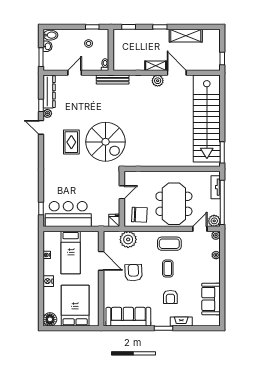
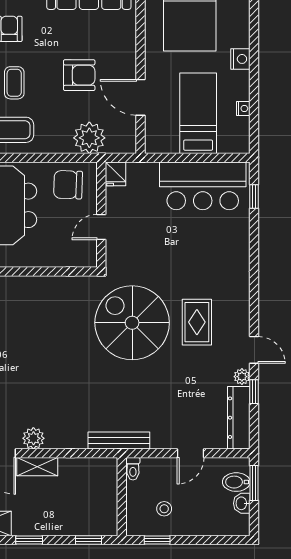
bidet: (50, 35) -> (236, 482), moved
armchair: (133, 273) -> (79, 75), turned -88

